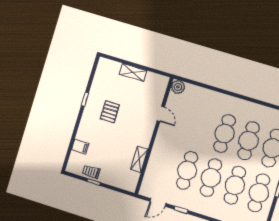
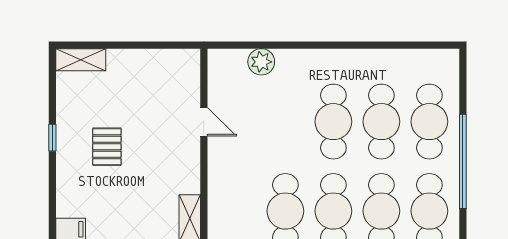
shelving: (133, 72) -> (81, 60), moved
plant: (178, 87) -> (261, 62), moved

